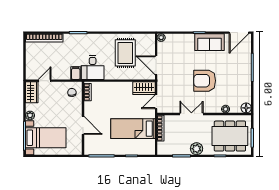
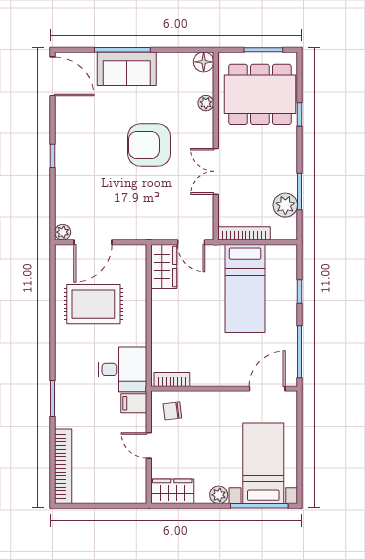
sofa: (210, 42) -> (127, 69), moved, turned 90
door: (156, 65) -> (93, 242), moved
door: (45, 81) -> (149, 445), moved
armchair: (205, 81) -> (149, 145), turned 90
door: (83, 125) -> (267, 389), moved
dining table: (230, 136) -> (260, 94), turned 90
plant: (197, 149) -> (285, 205), moved

